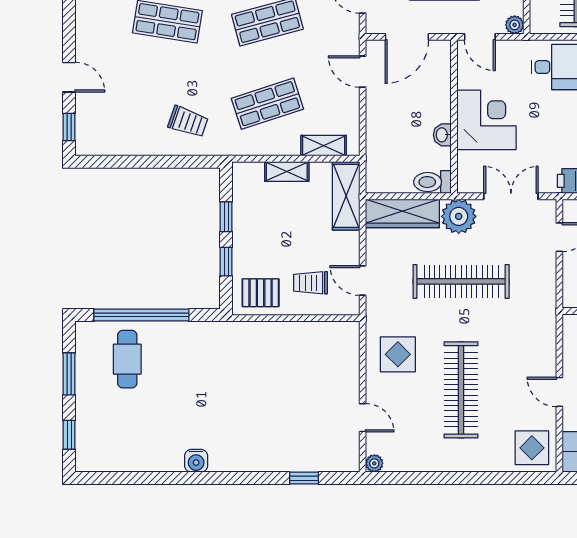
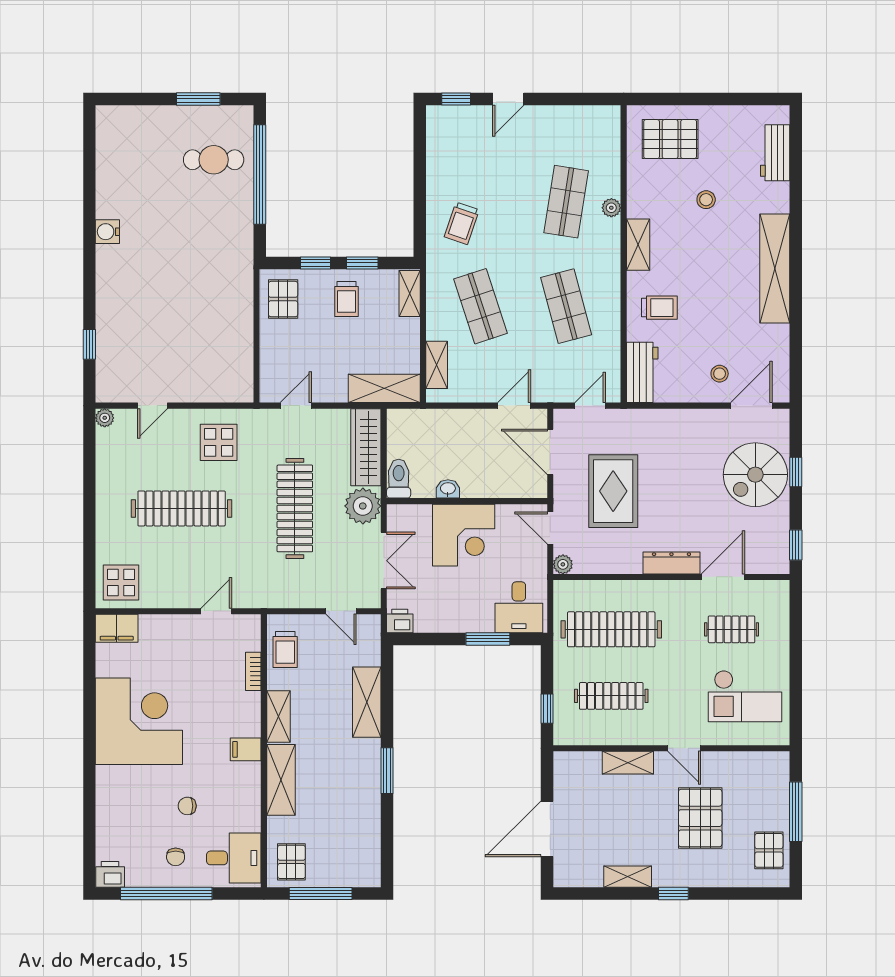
door: (480, 37) -> (550, 528), hinge flipped
shelving: (287, 172) -> (410, 294), moved
trolley: (311, 283) -> (346, 299), moved, turned 180
door: (559, 392) -> (216, 611), moved
window: (69, 435) -> (135, 99), removed

